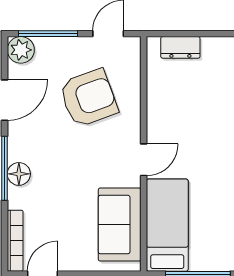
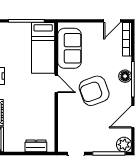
armchair: (89, 98) -> (94, 91), moved
door: (144, 160) -> (56, 84), swing flipped

